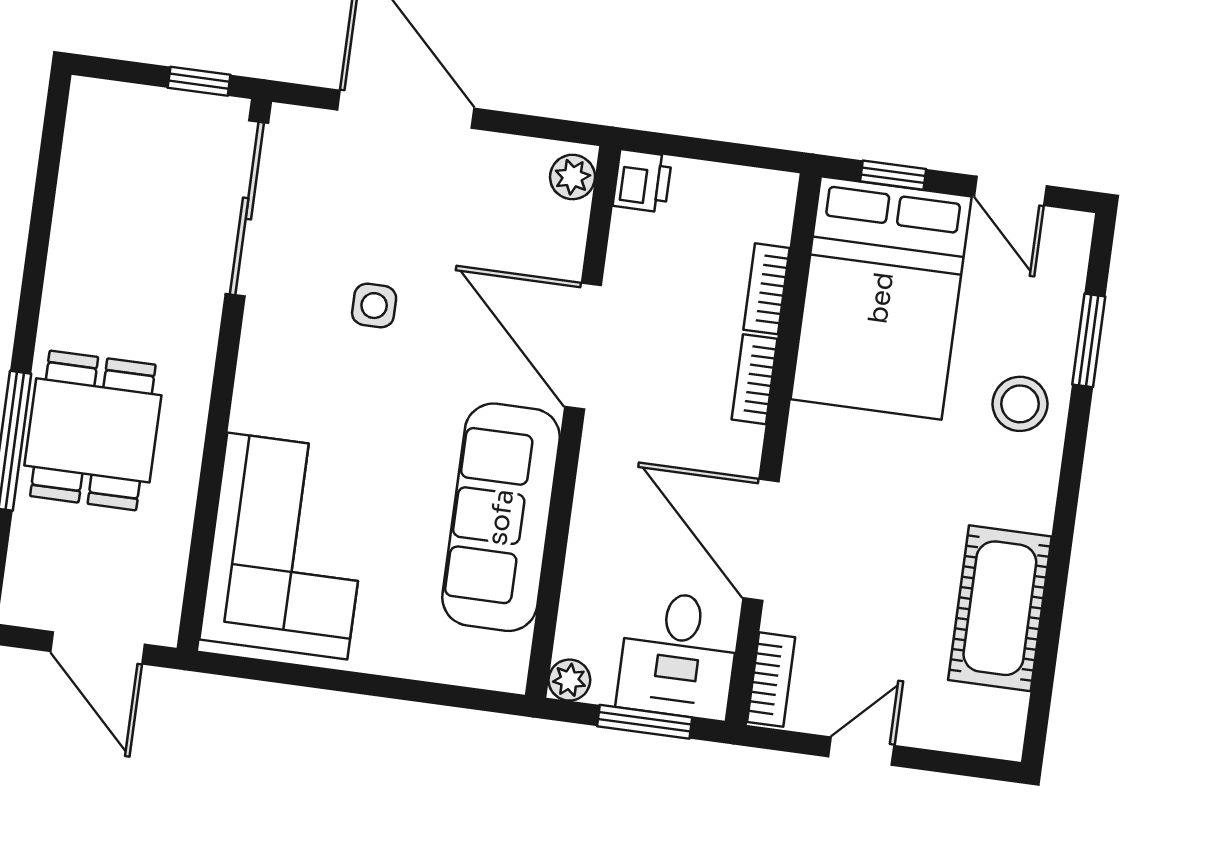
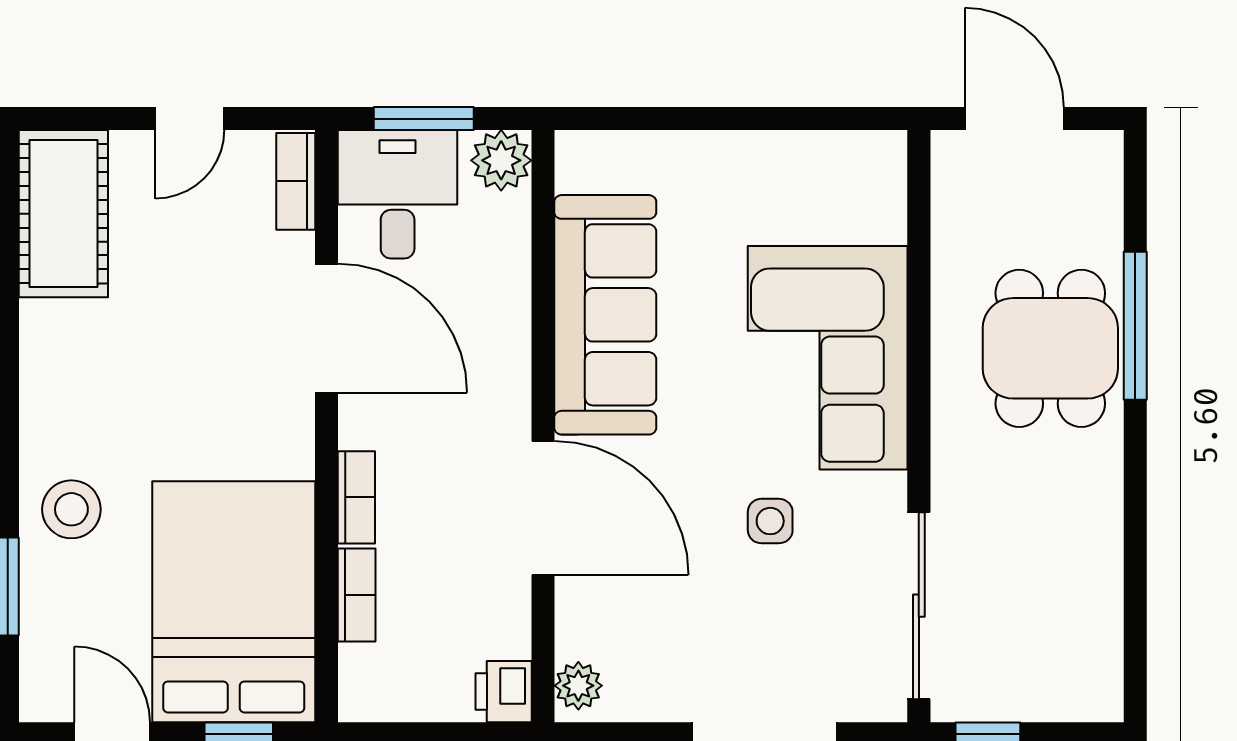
corner sofa: (287, 546) -> (828, 358), moved
cot: (1000, 608) -> (63, 214), moved
plant: (569, 680) -> (501, 160), width x1.38, depth x1.38

